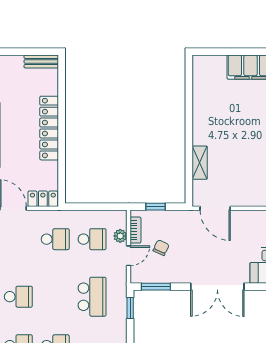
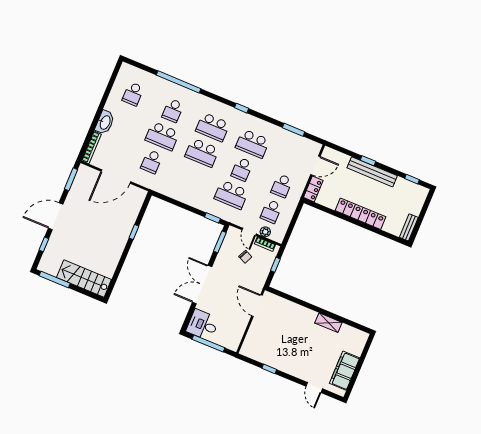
shelving: (200, 163) -> (328, 323), moved
door: (215, 208) -> (257, 306), hinge flipped
school desk: (18, 297) -> (253, 144), width x1.85
school desk: (55, 297) -> (242, 169), added

